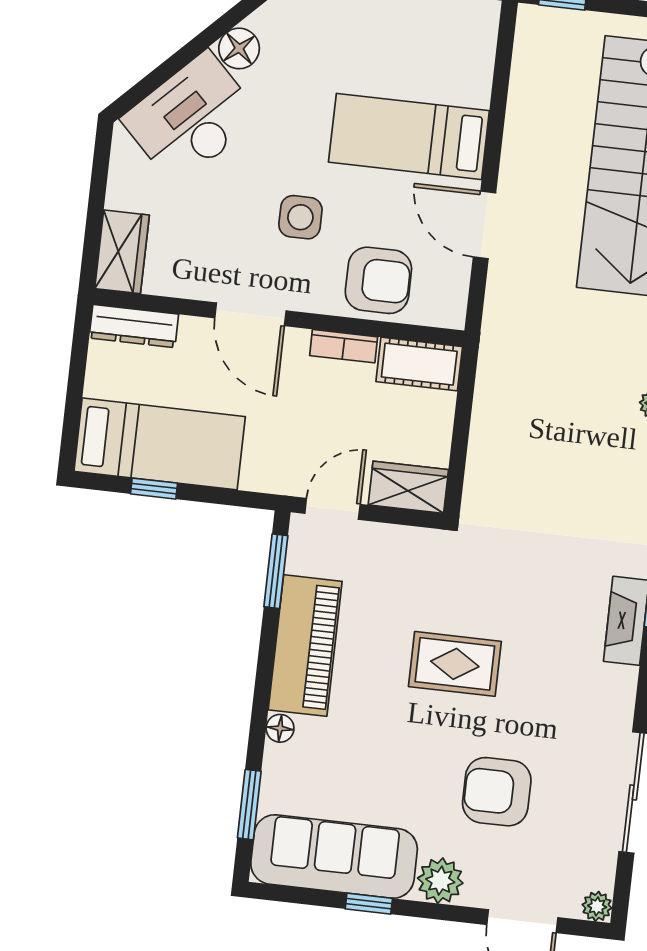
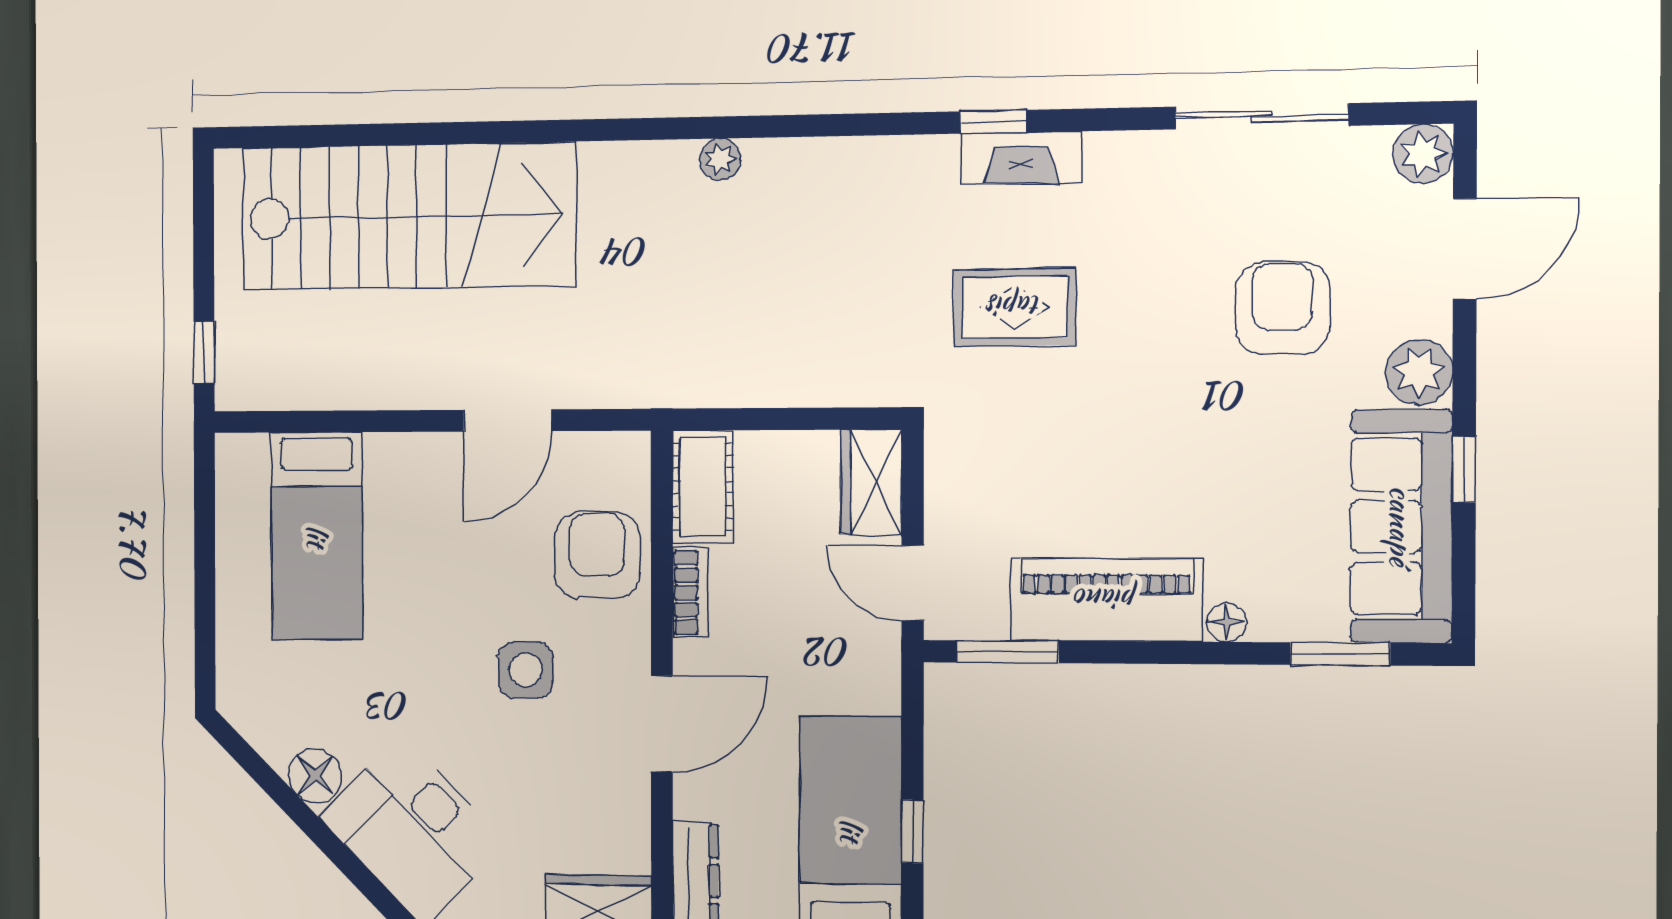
bed: (409, 136) -> (317, 536), moved
rug: (455, 664) -> (1015, 307), moved, turned 90
armchair: (497, 792) -> (1282, 308), turned 180
plant: (597, 906) -> (1423, 154), width x1.38, depth x1.38

